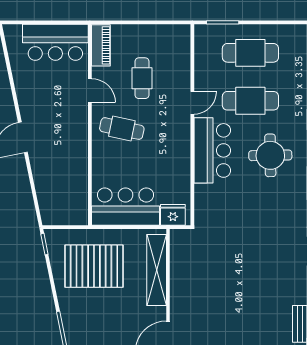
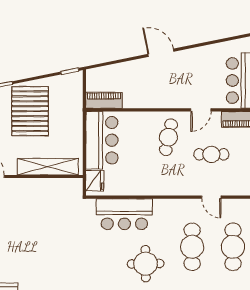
door: (192, 103) -> (211, 197), moved
bar counter: (212, 150) -> (124, 214), moved
piano: (79, 204) -> (104, 100), added
pallet: (94, 266) -> (30, 111), moved

